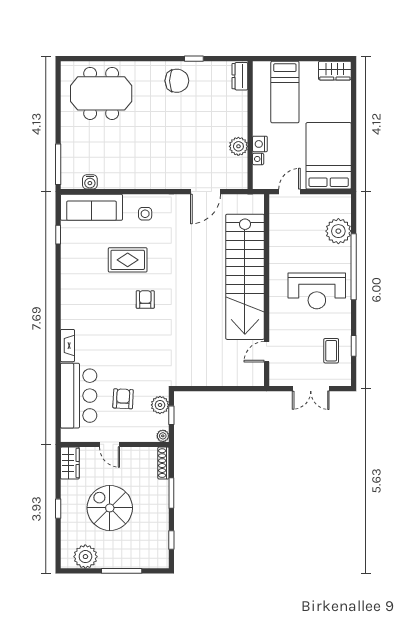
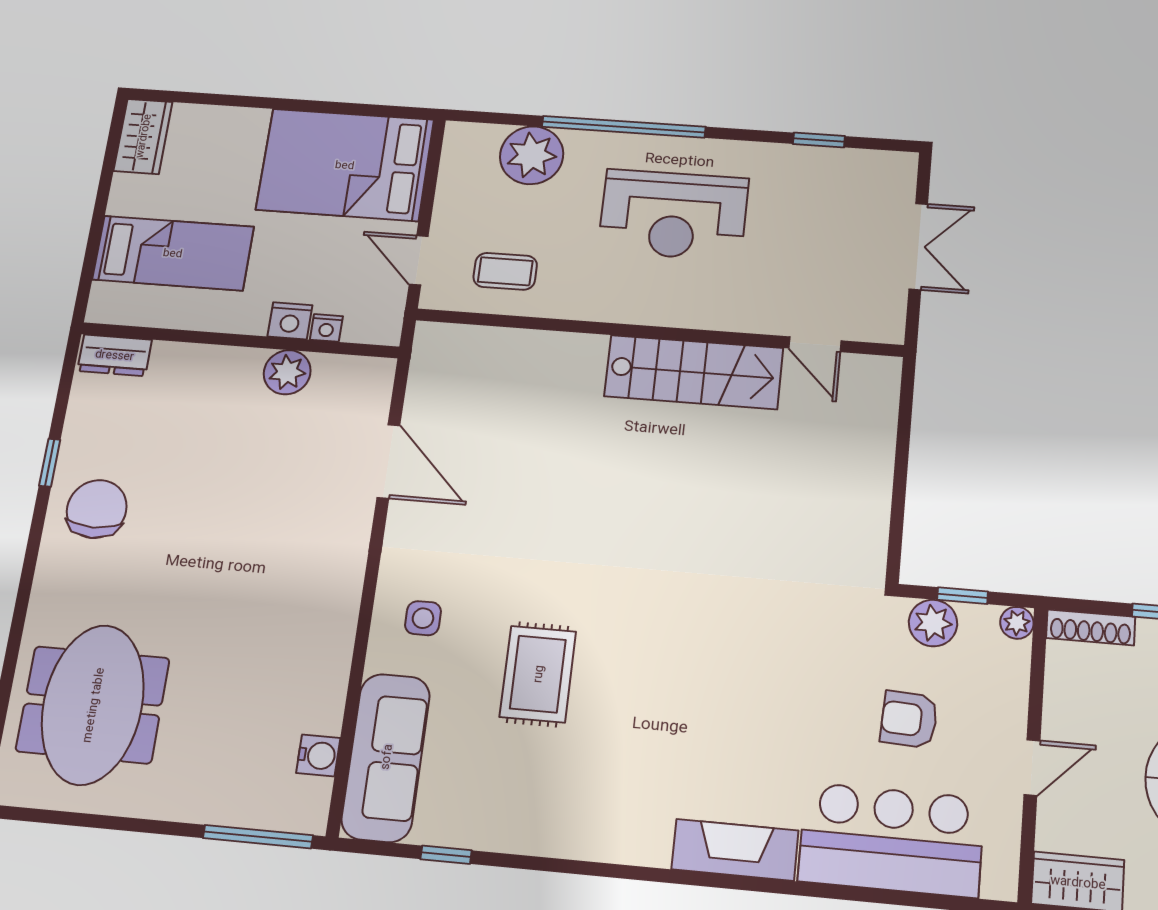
stairs: (245, 277) -> (694, 372), width x0.54, depth x0.66
reception desk: (317, 291) -> (673, 215), turned 90
armchair: (145, 299) -> (648, 637), removed
fireplace: (68, 346) -> (735, 850), width x1.37, depth x1.32
coffee table: (331, 351) -> (505, 271), moved

